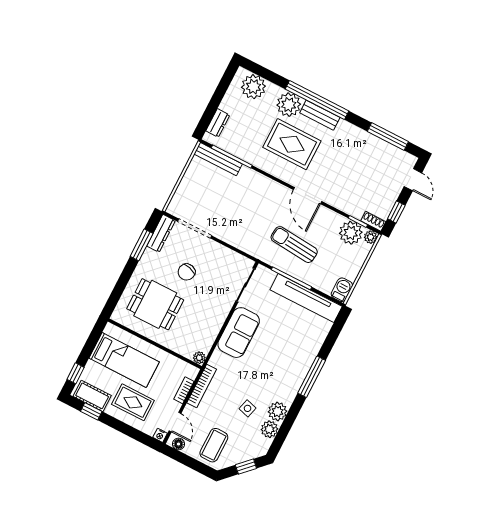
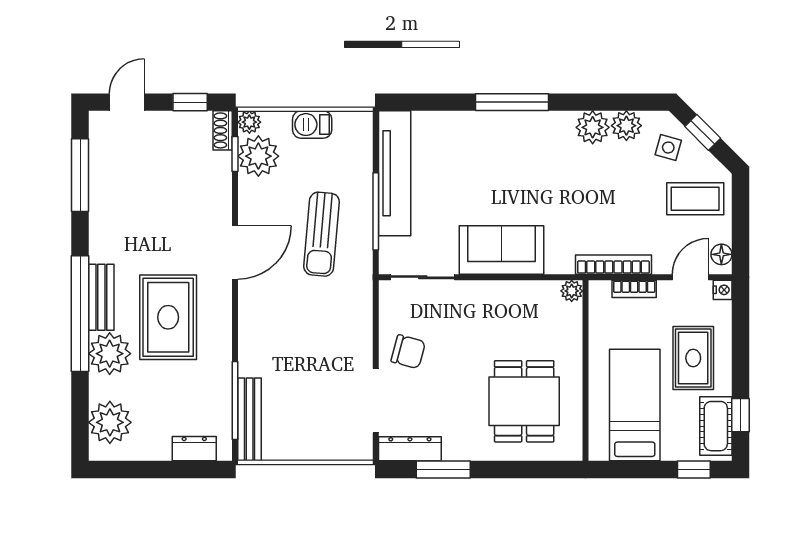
chair: (187, 272) -> (408, 352), moved
barbecue: (342, 290) -> (312, 125), moved
side table: (248, 408) -> (668, 148), moved

